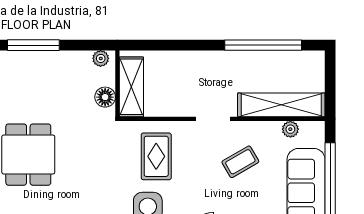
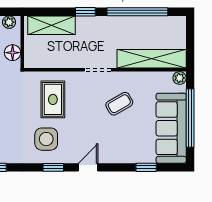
window: (197, 45) -> (85, 12), added
shelving: (131, 87) -> (51, 25), moved, turned 90
plant: (290, 129) -> (180, 78), moved

